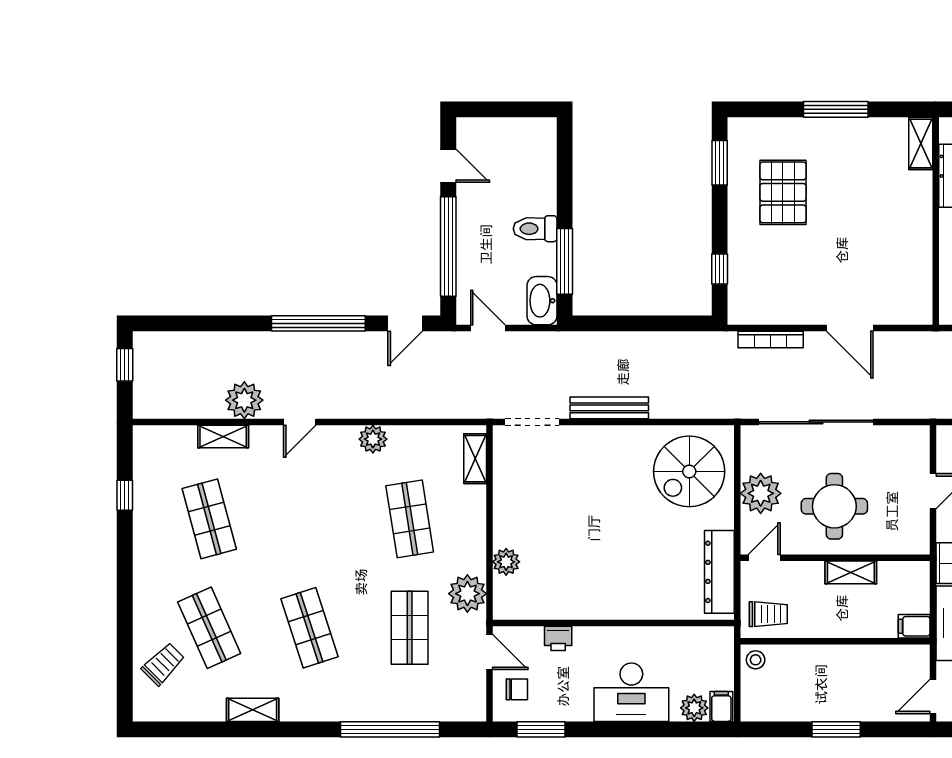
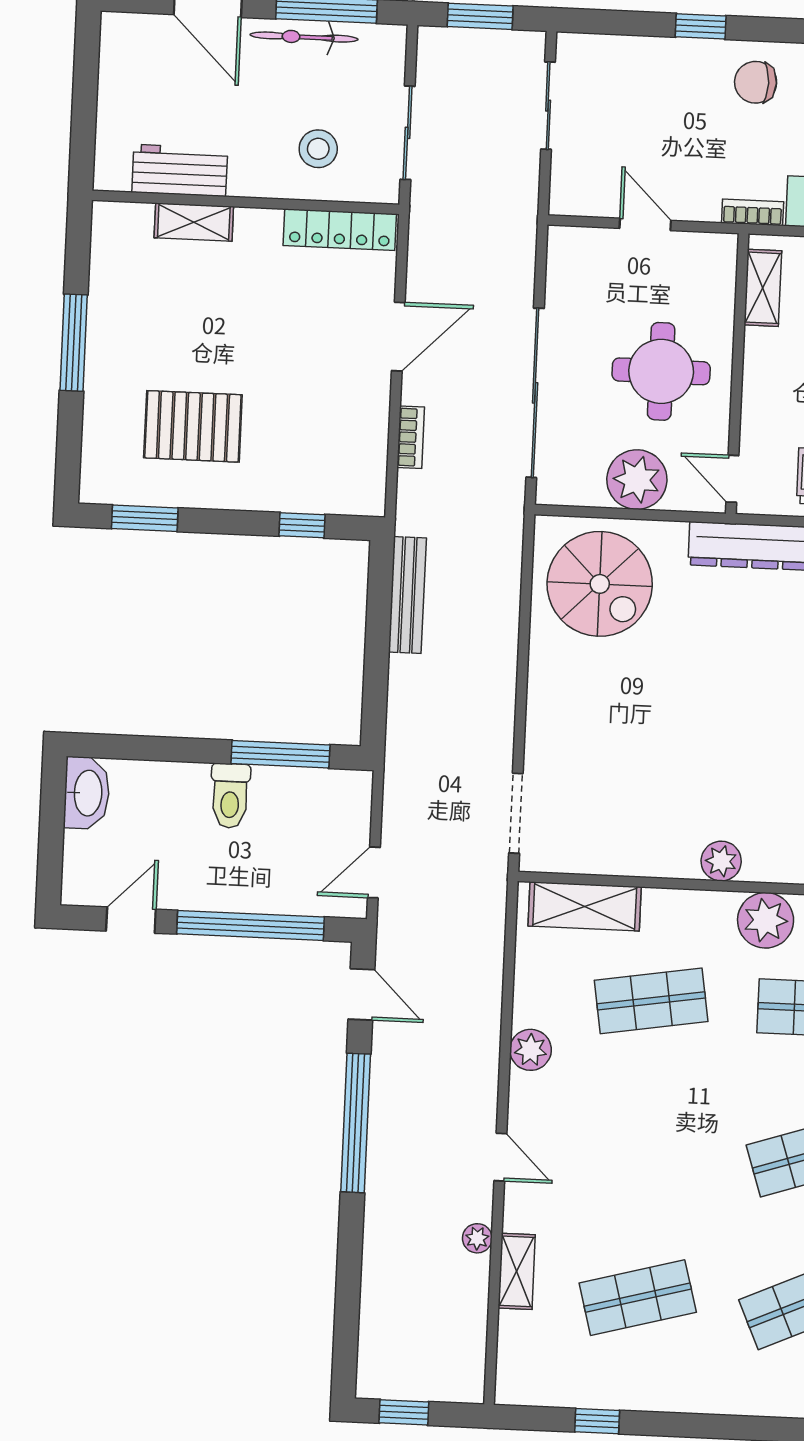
shelving: (921, 143) -> (194, 222), moved
locker: (920, 285) -> (340, 230), added
washbasin: (542, 301) -> (87, 793), moved, turned -90
bookcase: (771, 340) -> (411, 437), width x0.64
plant: (244, 400) -> (477, 1238), width x0.53, depth x0.53
bench: (609, 408) -> (407, 595), moved
shelving: (475, 459) -> (585, 906), width x1.50, depth x1.33
shelving: (851, 572) -> (763, 288), moved

